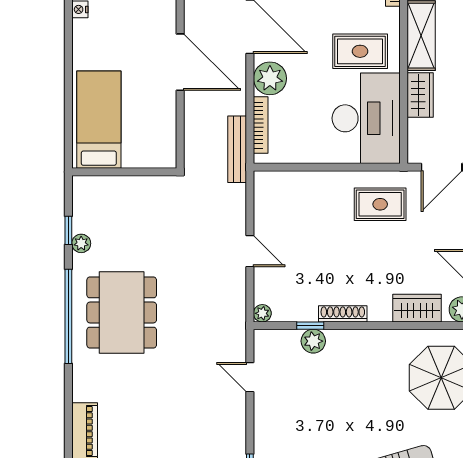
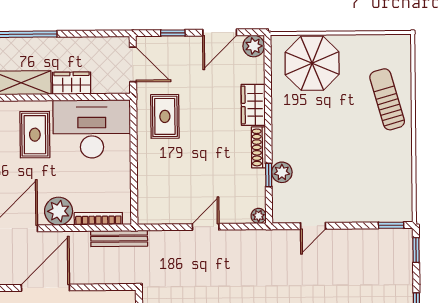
wardrobe: (417, 308) -> (253, 105), moved

